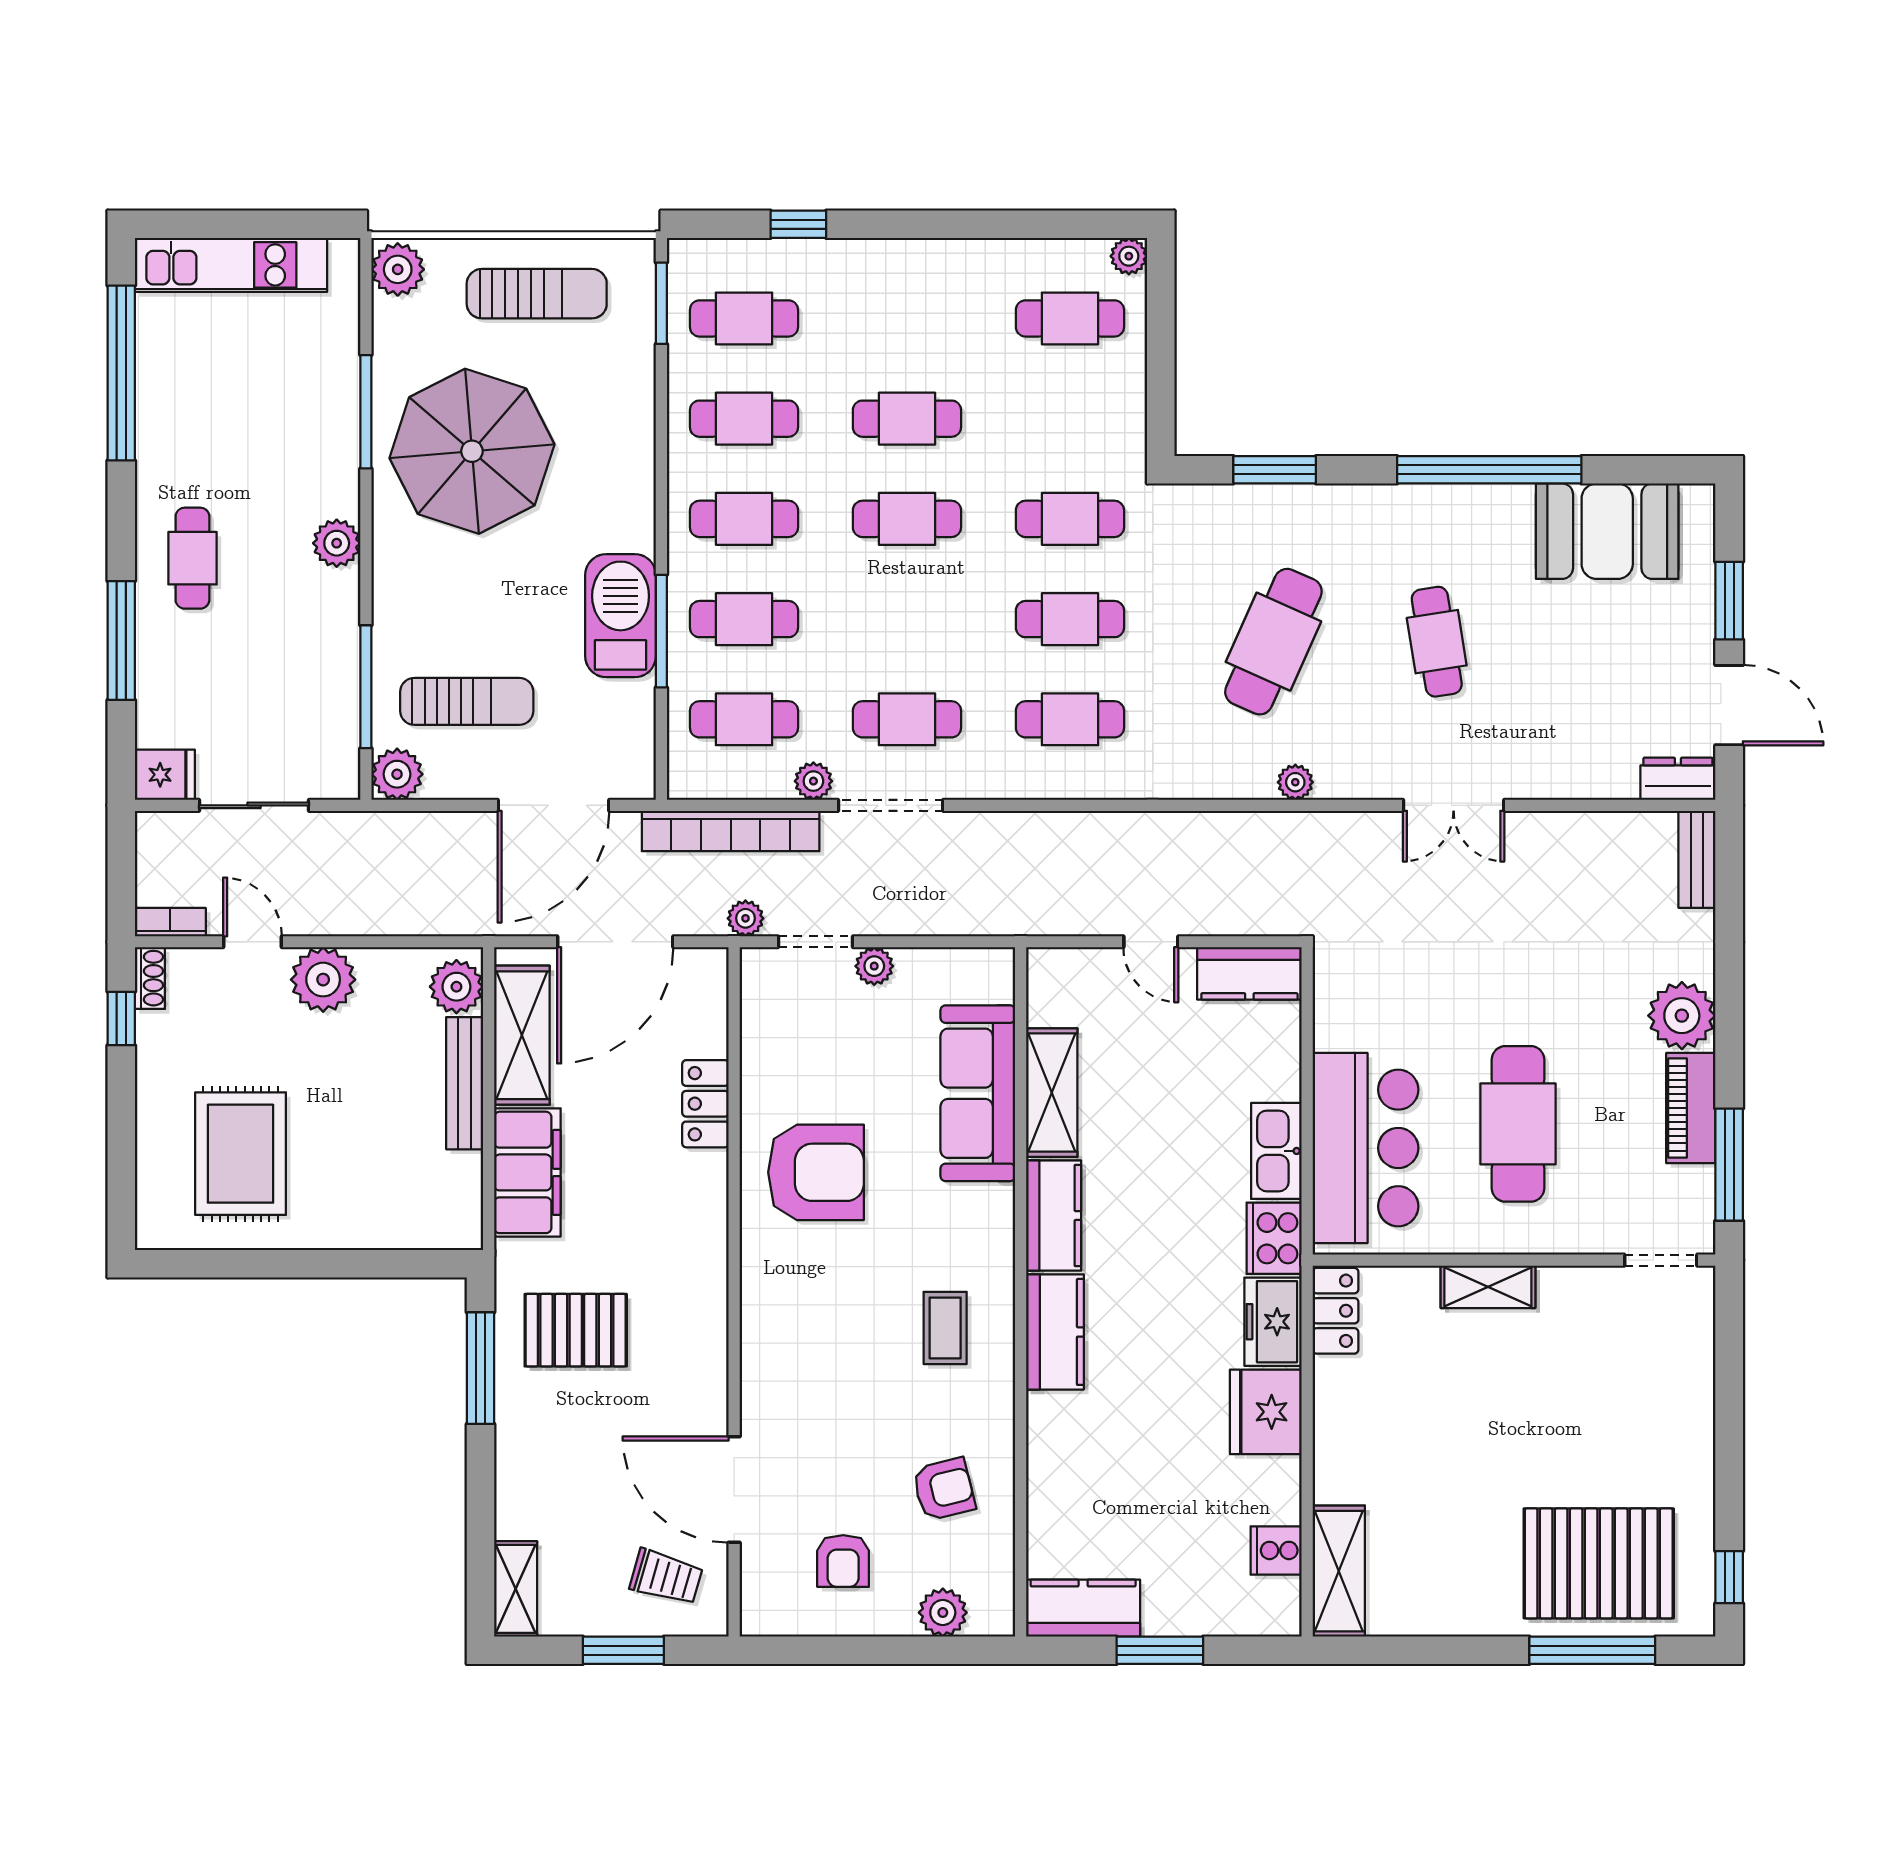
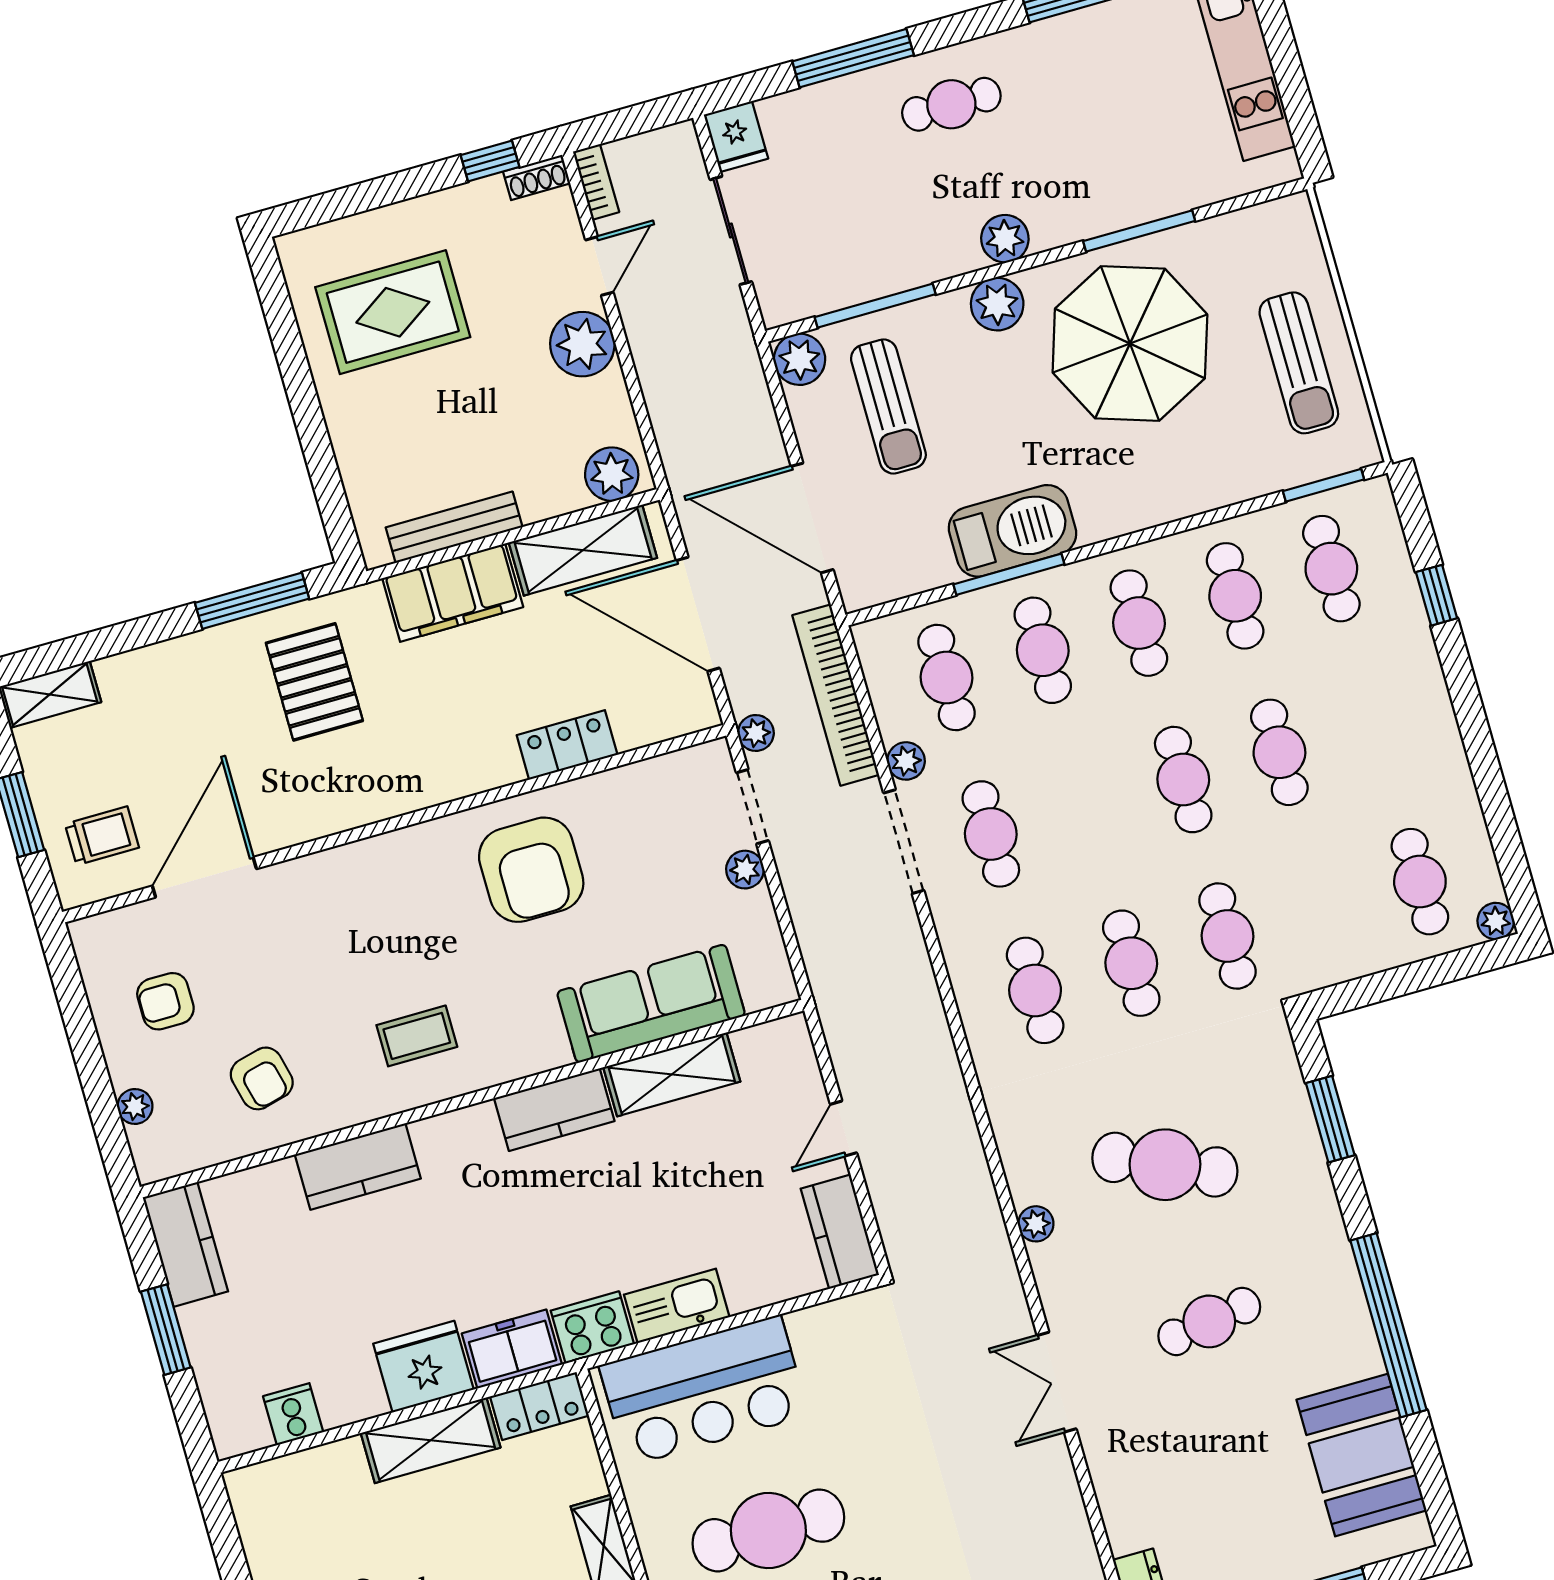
plant: (398, 269) -> (997, 304), moved
bench: (465, 1083) -> (454, 527), moved
kitchen counter: (1055, 1332) -> (358, 1167), moved
shelving: (1339, 1571) -> (431, 1440), moved
trolley: (666, 1577) -> (102, 836), turned -106
plant: (943, 1613) -> (135, 1106), width x0.73, depth x0.73

